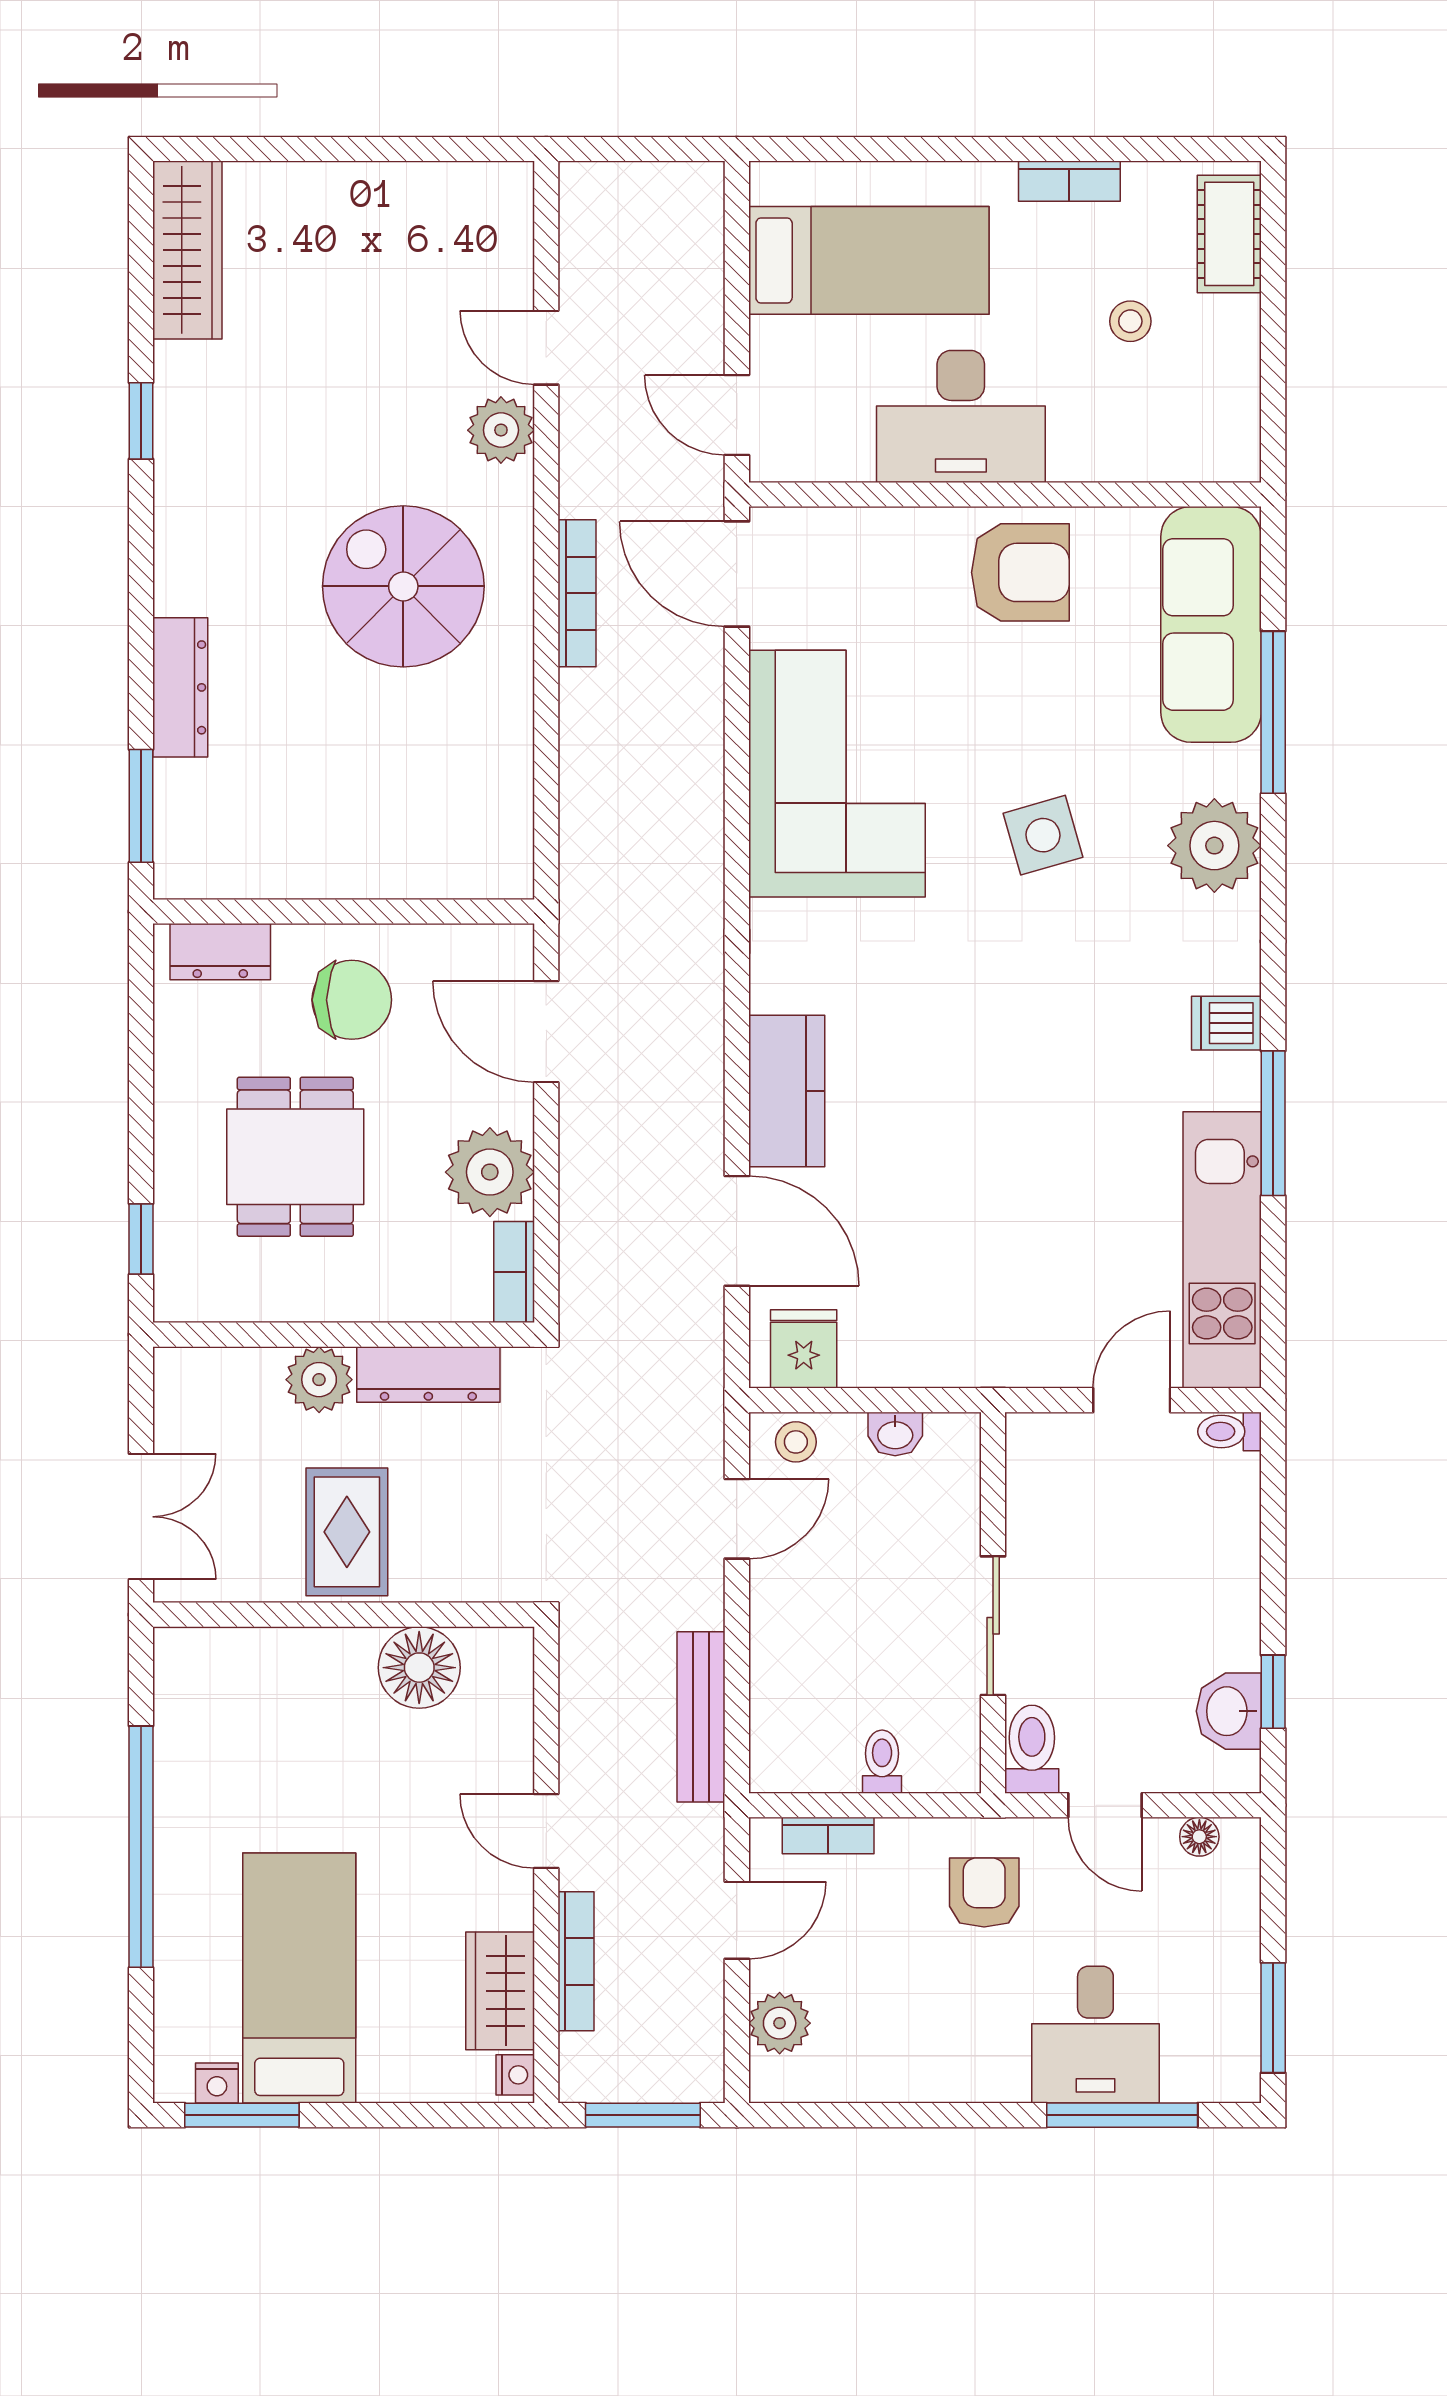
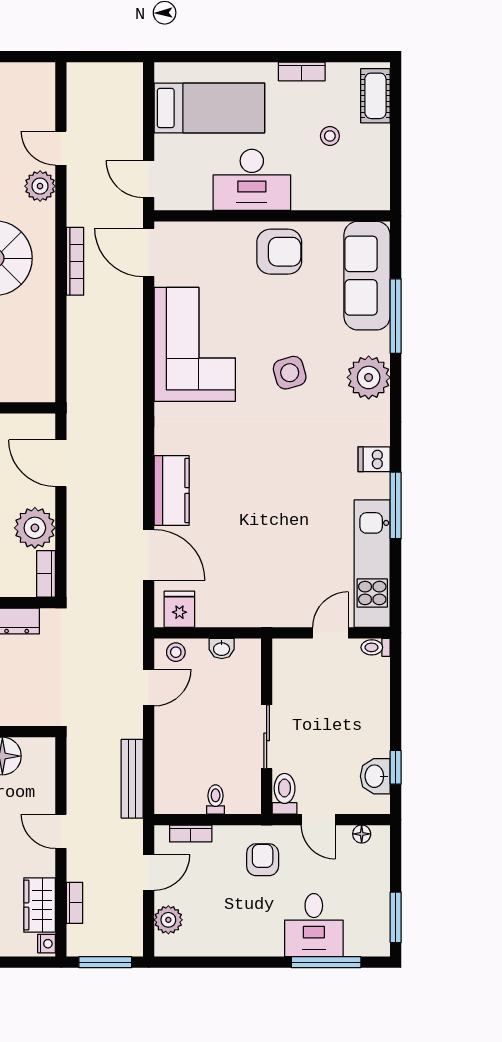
bookcase: (576, 1961) -> (75, 903), width x0.64

